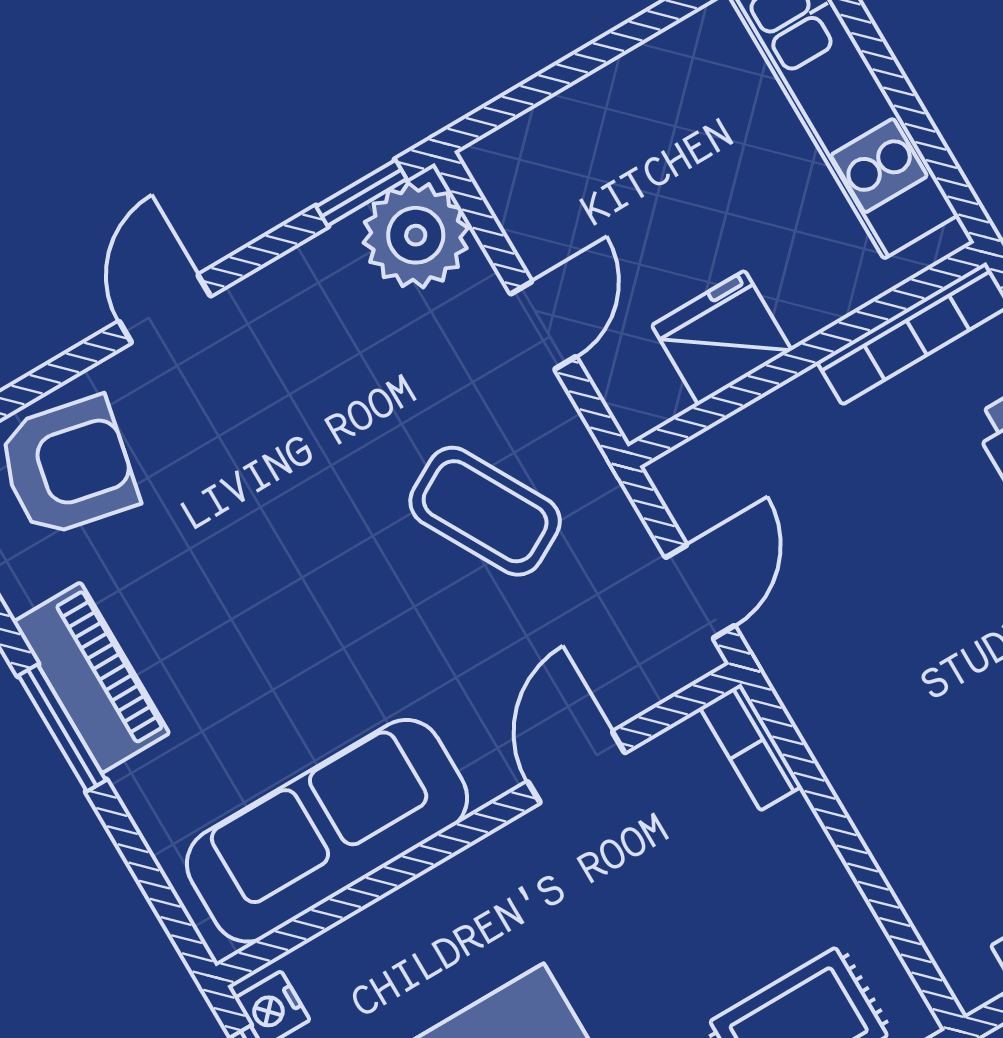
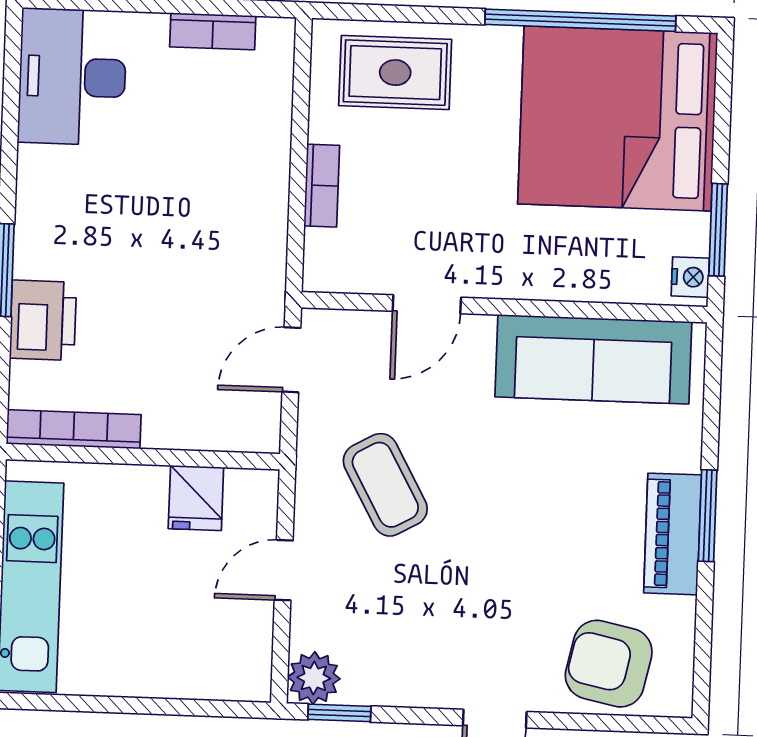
plant: (416, 235) -> (314, 678), width x0.73, depth x0.73
fridge: (722, 338) -> (196, 498), width x0.72
bookcase: (751, 747) -> (322, 186), moved

